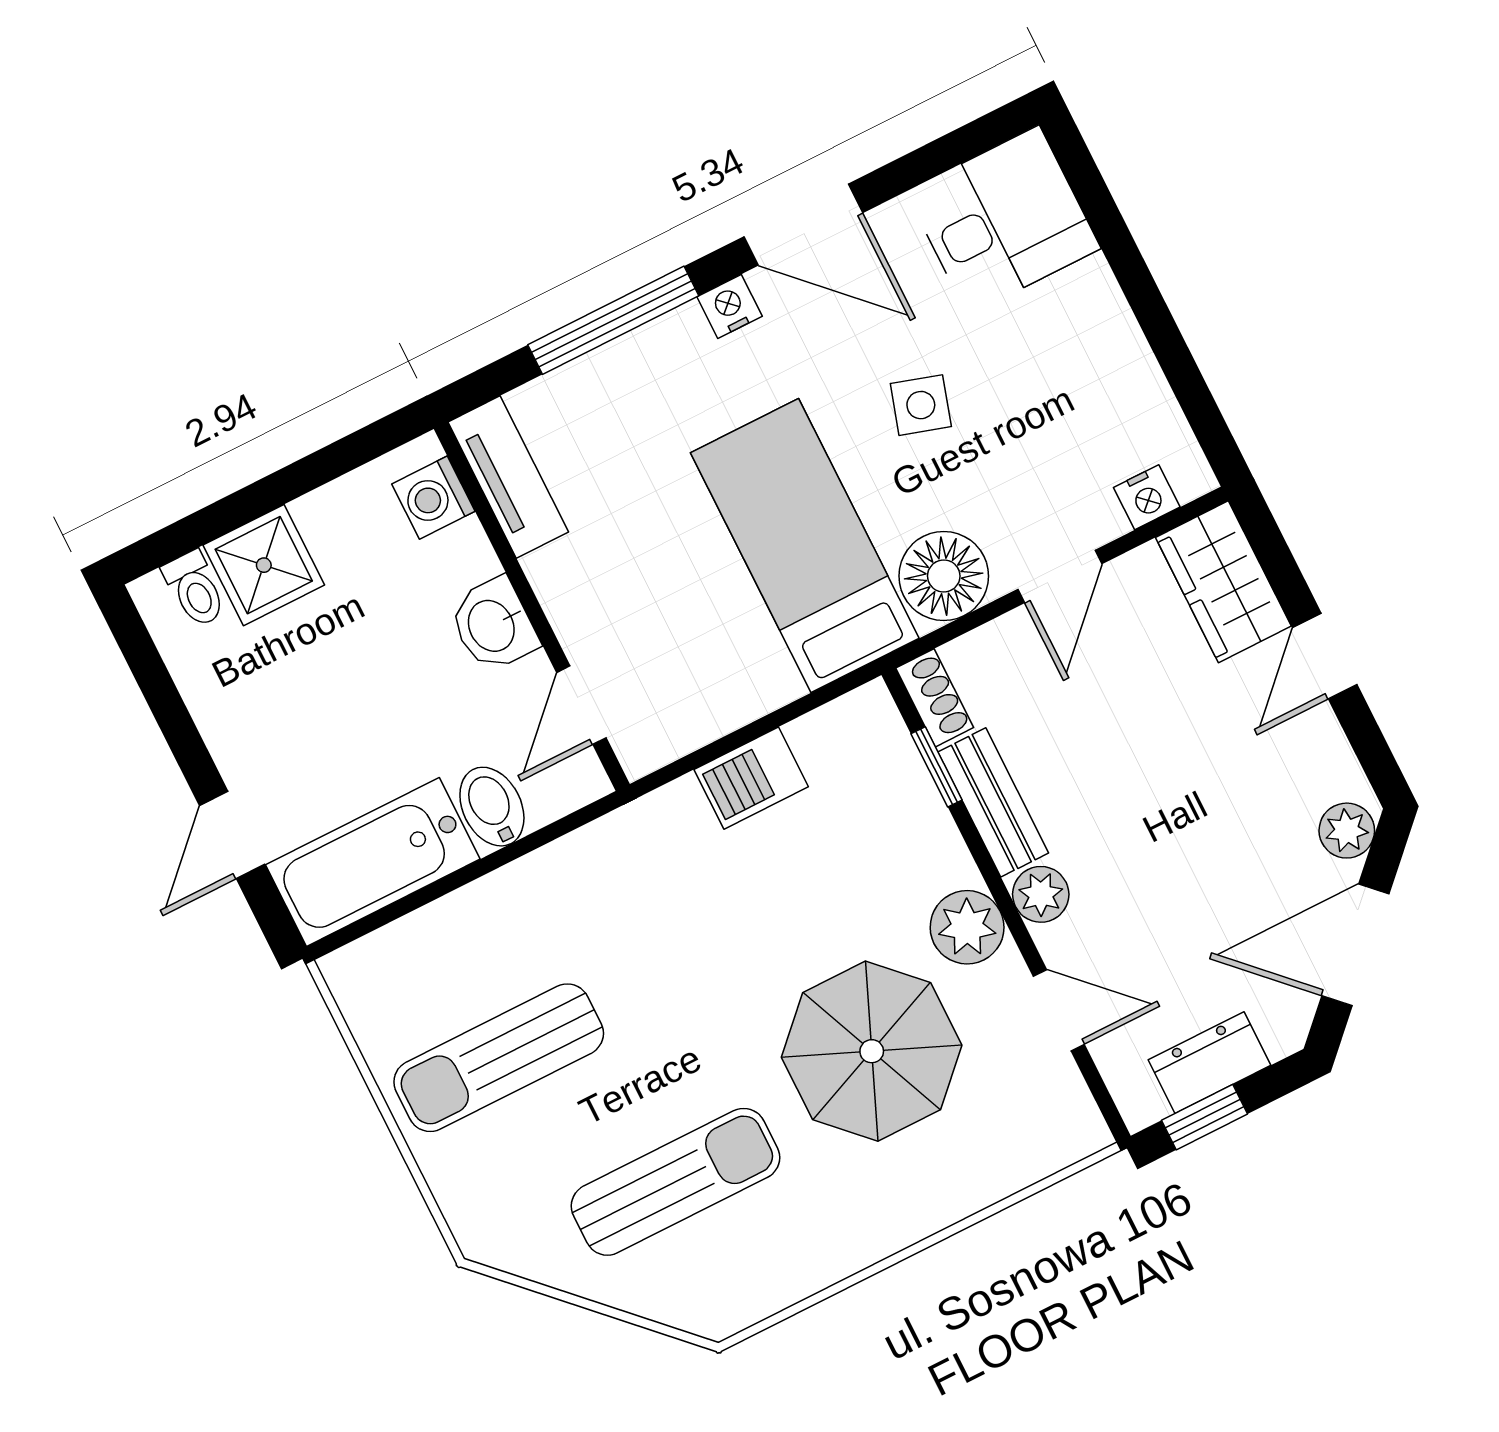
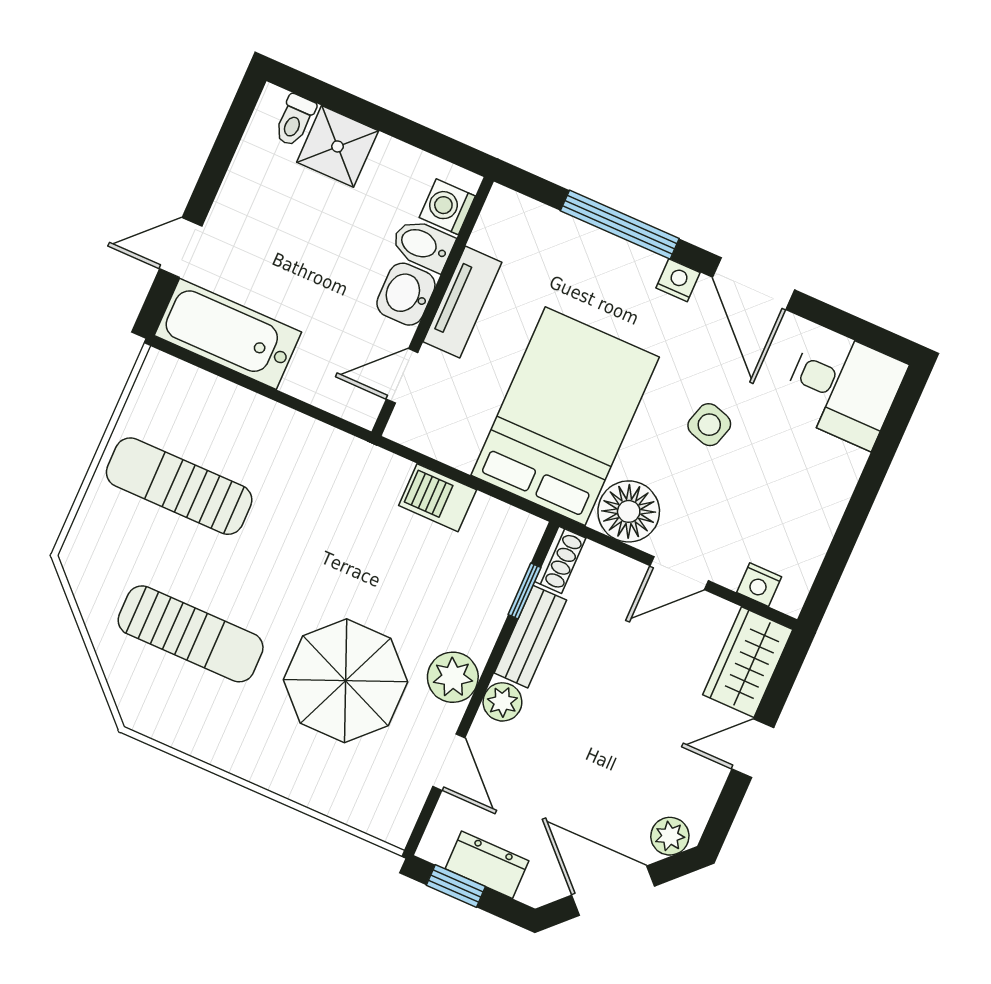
tv unit: (508, 477) -> (462, 302), moved
bed: (805, 546) -> (565, 416), width x1.50
bidet: (492, 807) -> (423, 245), moved, turned -90

